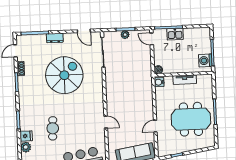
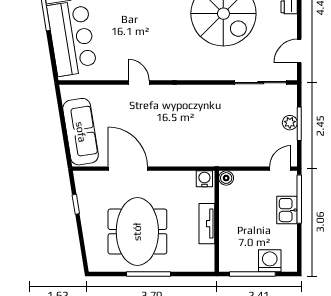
washing machine: (205, 61) -> (270, 261), moved
door: (106, 122) -> (139, 83), swing flipped
door: (155, 126) -> (128, 169), width x1.88

